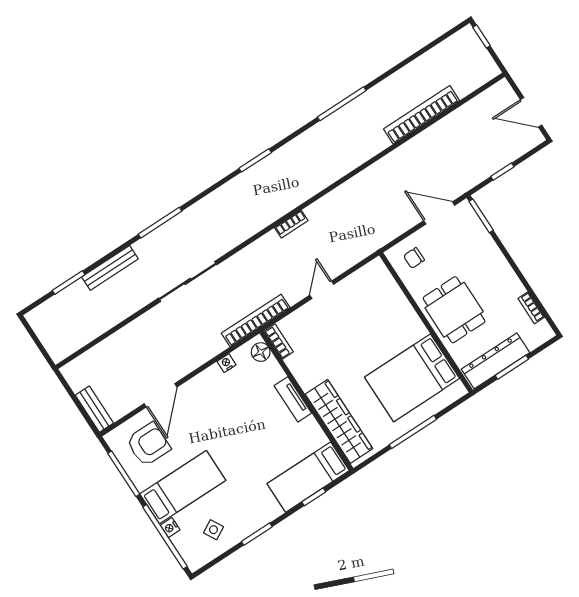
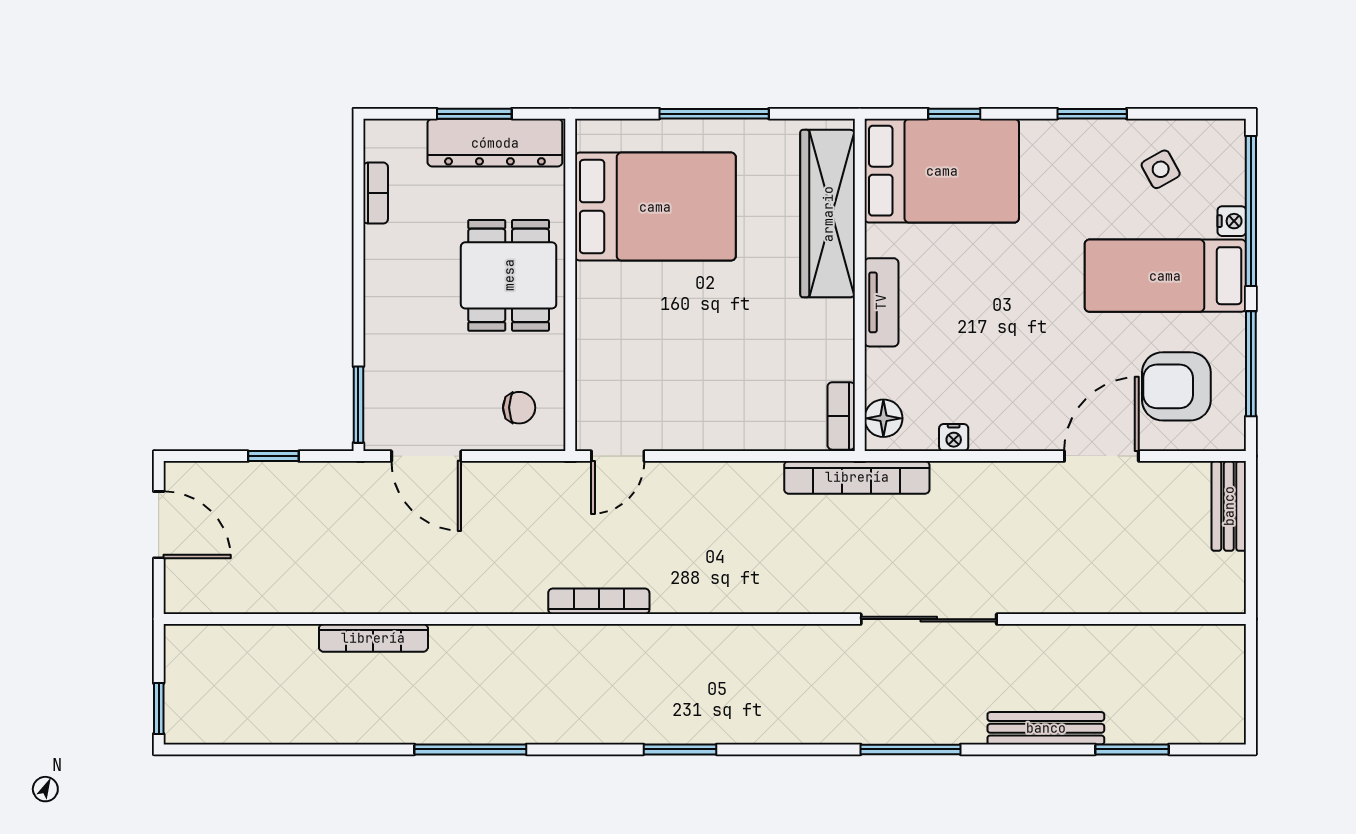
bookcase: (421, 115) -> (373, 638), width x0.68, depth x0.76
bookcase: (291, 224) -> (599, 601), moved, width x1.56
door: (322, 290) -> (618, 456), moved
bed: (308, 477) -> (942, 171), width x1.50

